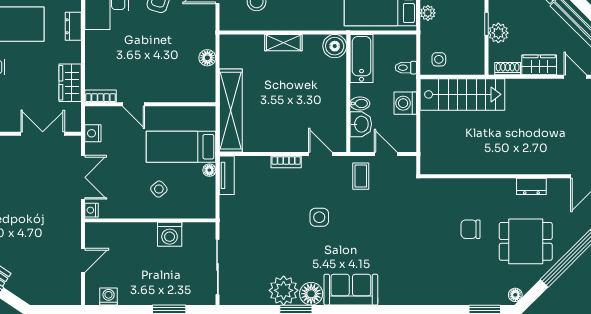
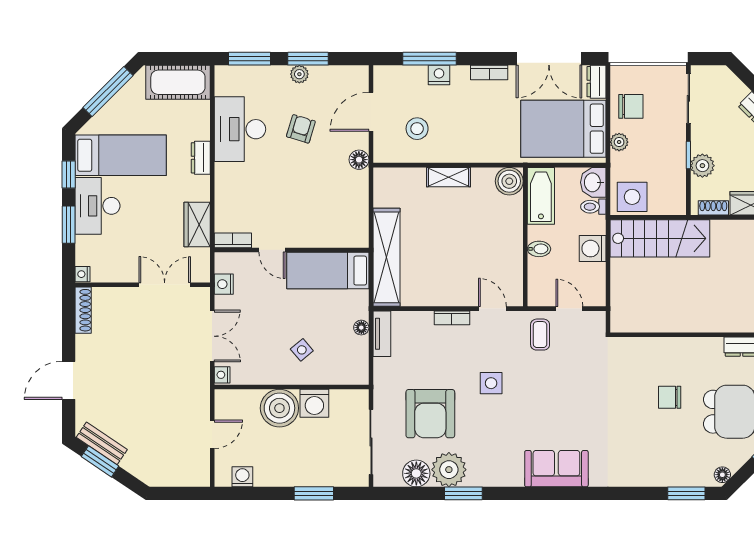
floor lamp: (207, 58) -> (359, 160), moved
side table: (439, 59) -> (632, 197), width x1.87, depth x1.87
washbasin: (361, 124) -> (593, 182), moved, turned 180
bed: (181, 147) -> (328, 271), moved
boiler: (140, 238) -> (279, 408), added
armchair: (268, 243) -> (430, 414), added
sofa: (351, 290) -> (556, 469), moved
floor lamp: (311, 294) -> (416, 473), moved

